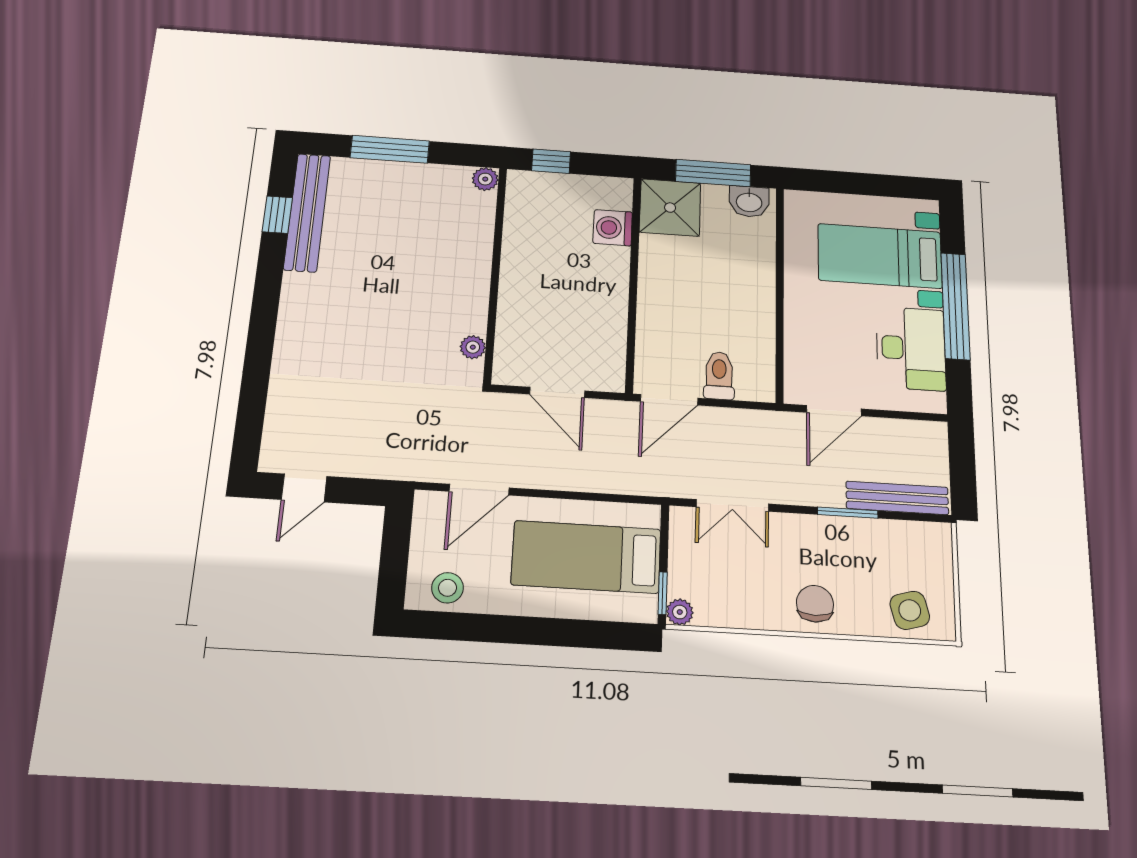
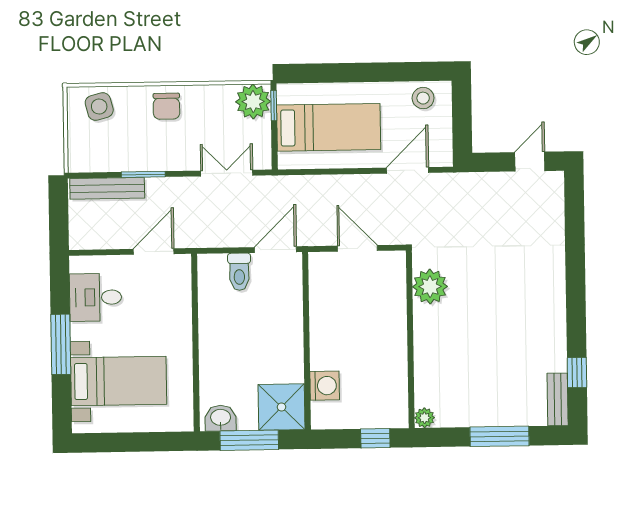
bench: (307, 212) -> (558, 399), width x0.54, depth x0.82
window: (955, 306) -> (61, 344), width x0.68
plant: (473, 347) -> (430, 287), width x1.88, depth x1.88
desk: (911, 348) -> (95, 297), width x0.73
plant: (680, 612) -> (253, 102), width x1.88, depth x1.88

